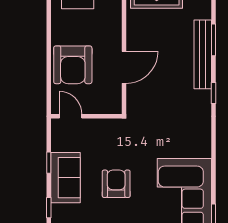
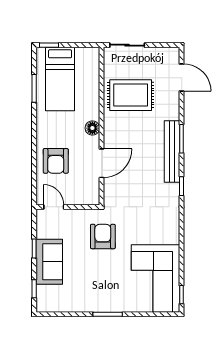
floor lamp: (114, 28) -> (92, 128), added
armchair: (73, 65) -> (56, 161), width x0.73, depth x0.73
armchair: (116, 184) -> (103, 237), moved

